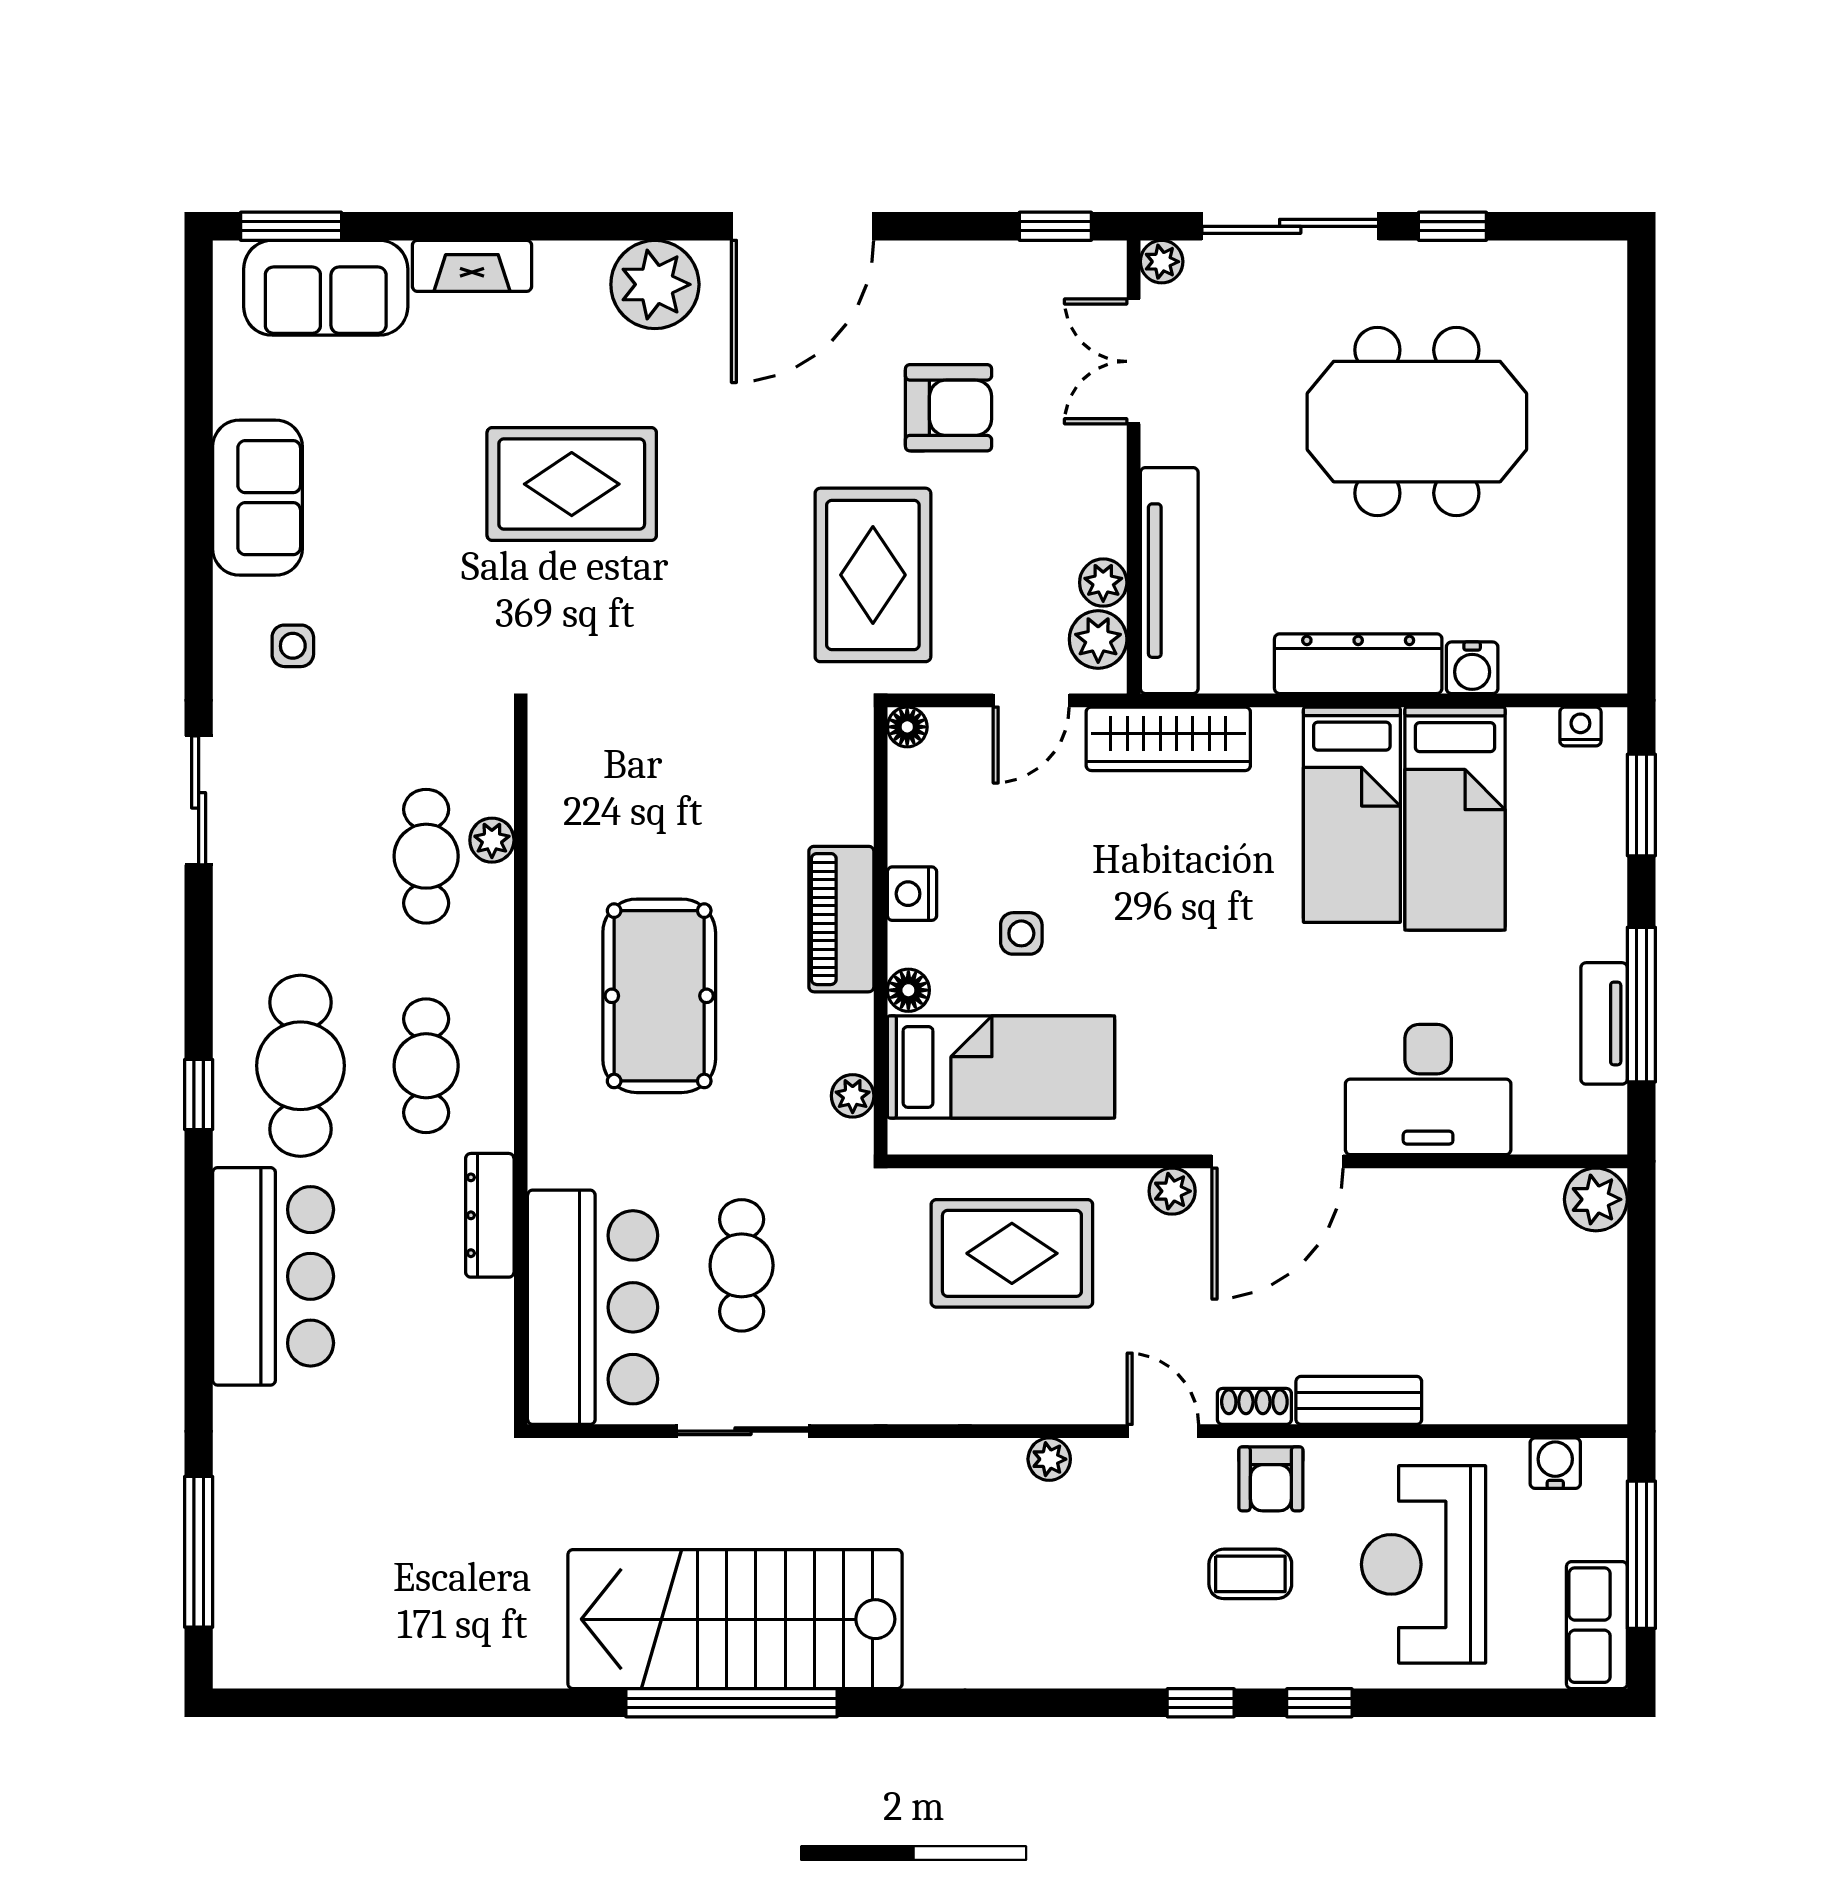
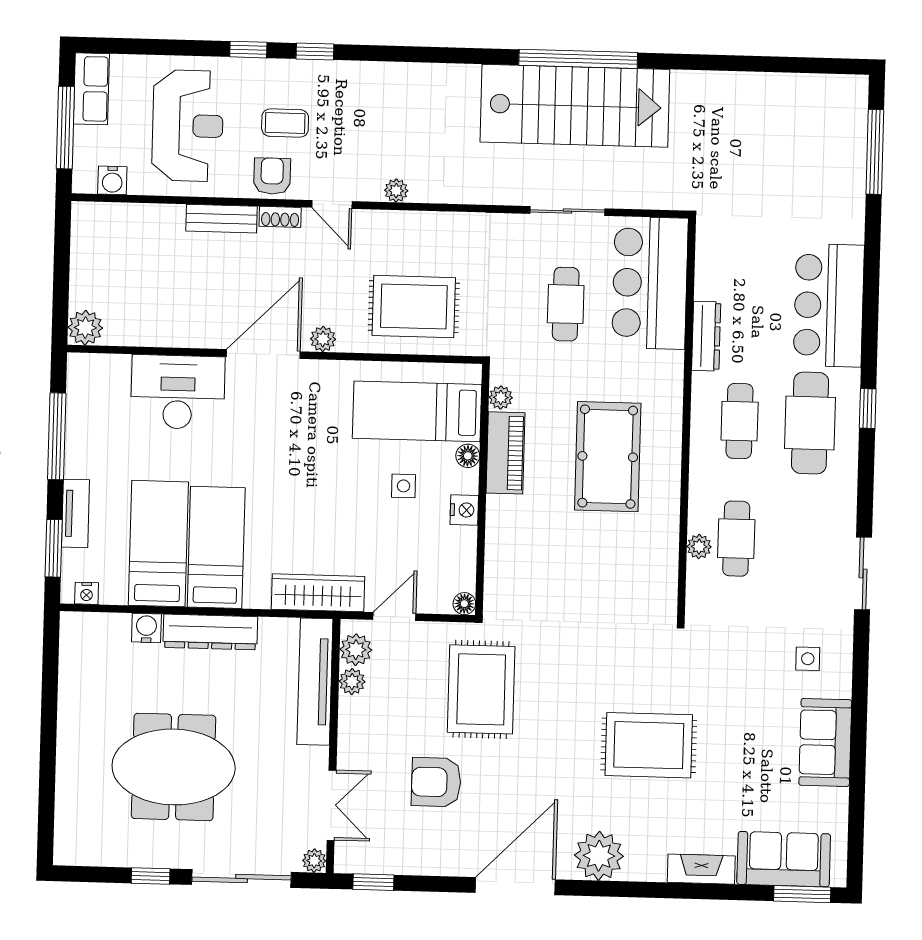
piano: (841, 919) -> (506, 453), moved
tv unit: (1604, 1023) -> (76, 513), moved

